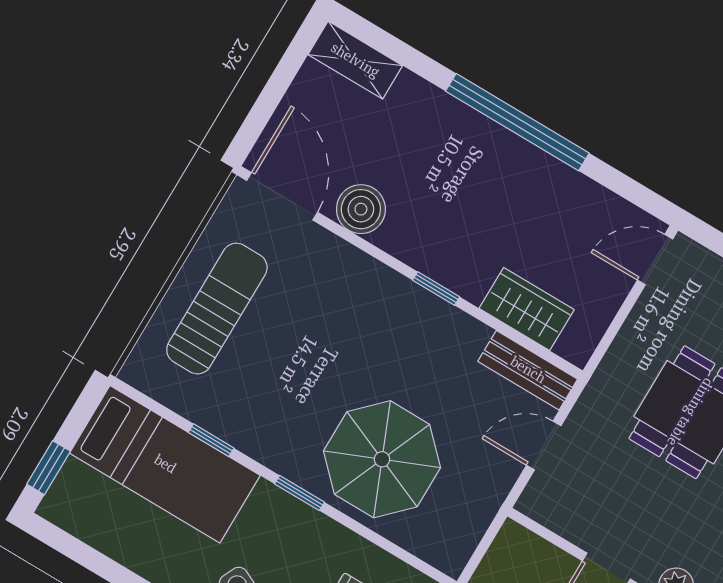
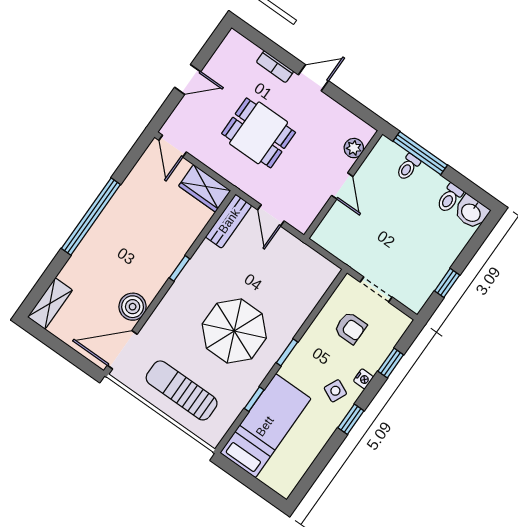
wardrobe: (527, 309) -> (205, 188), moved, turned -90
parasol: (382, 459) -> (234, 331), moved
window: (49, 468) -> (263, 490), removed

